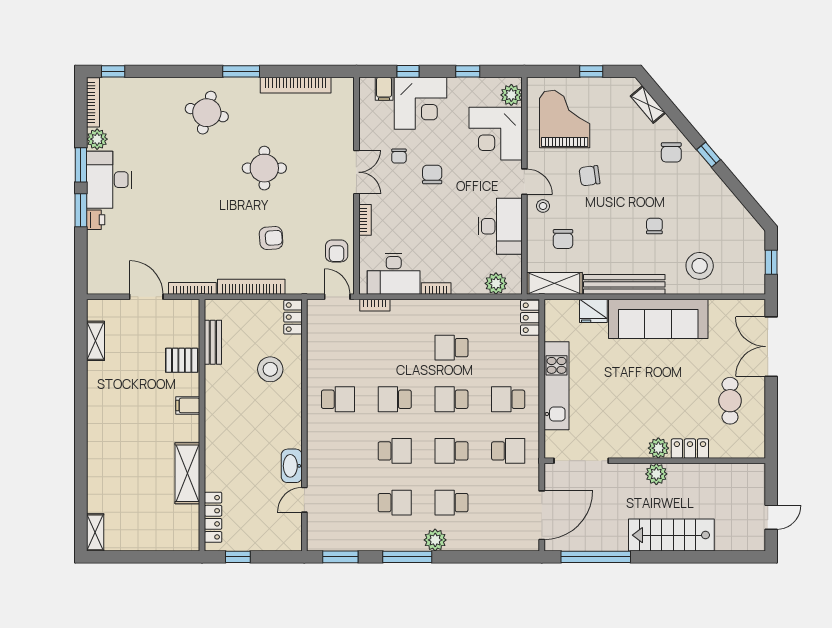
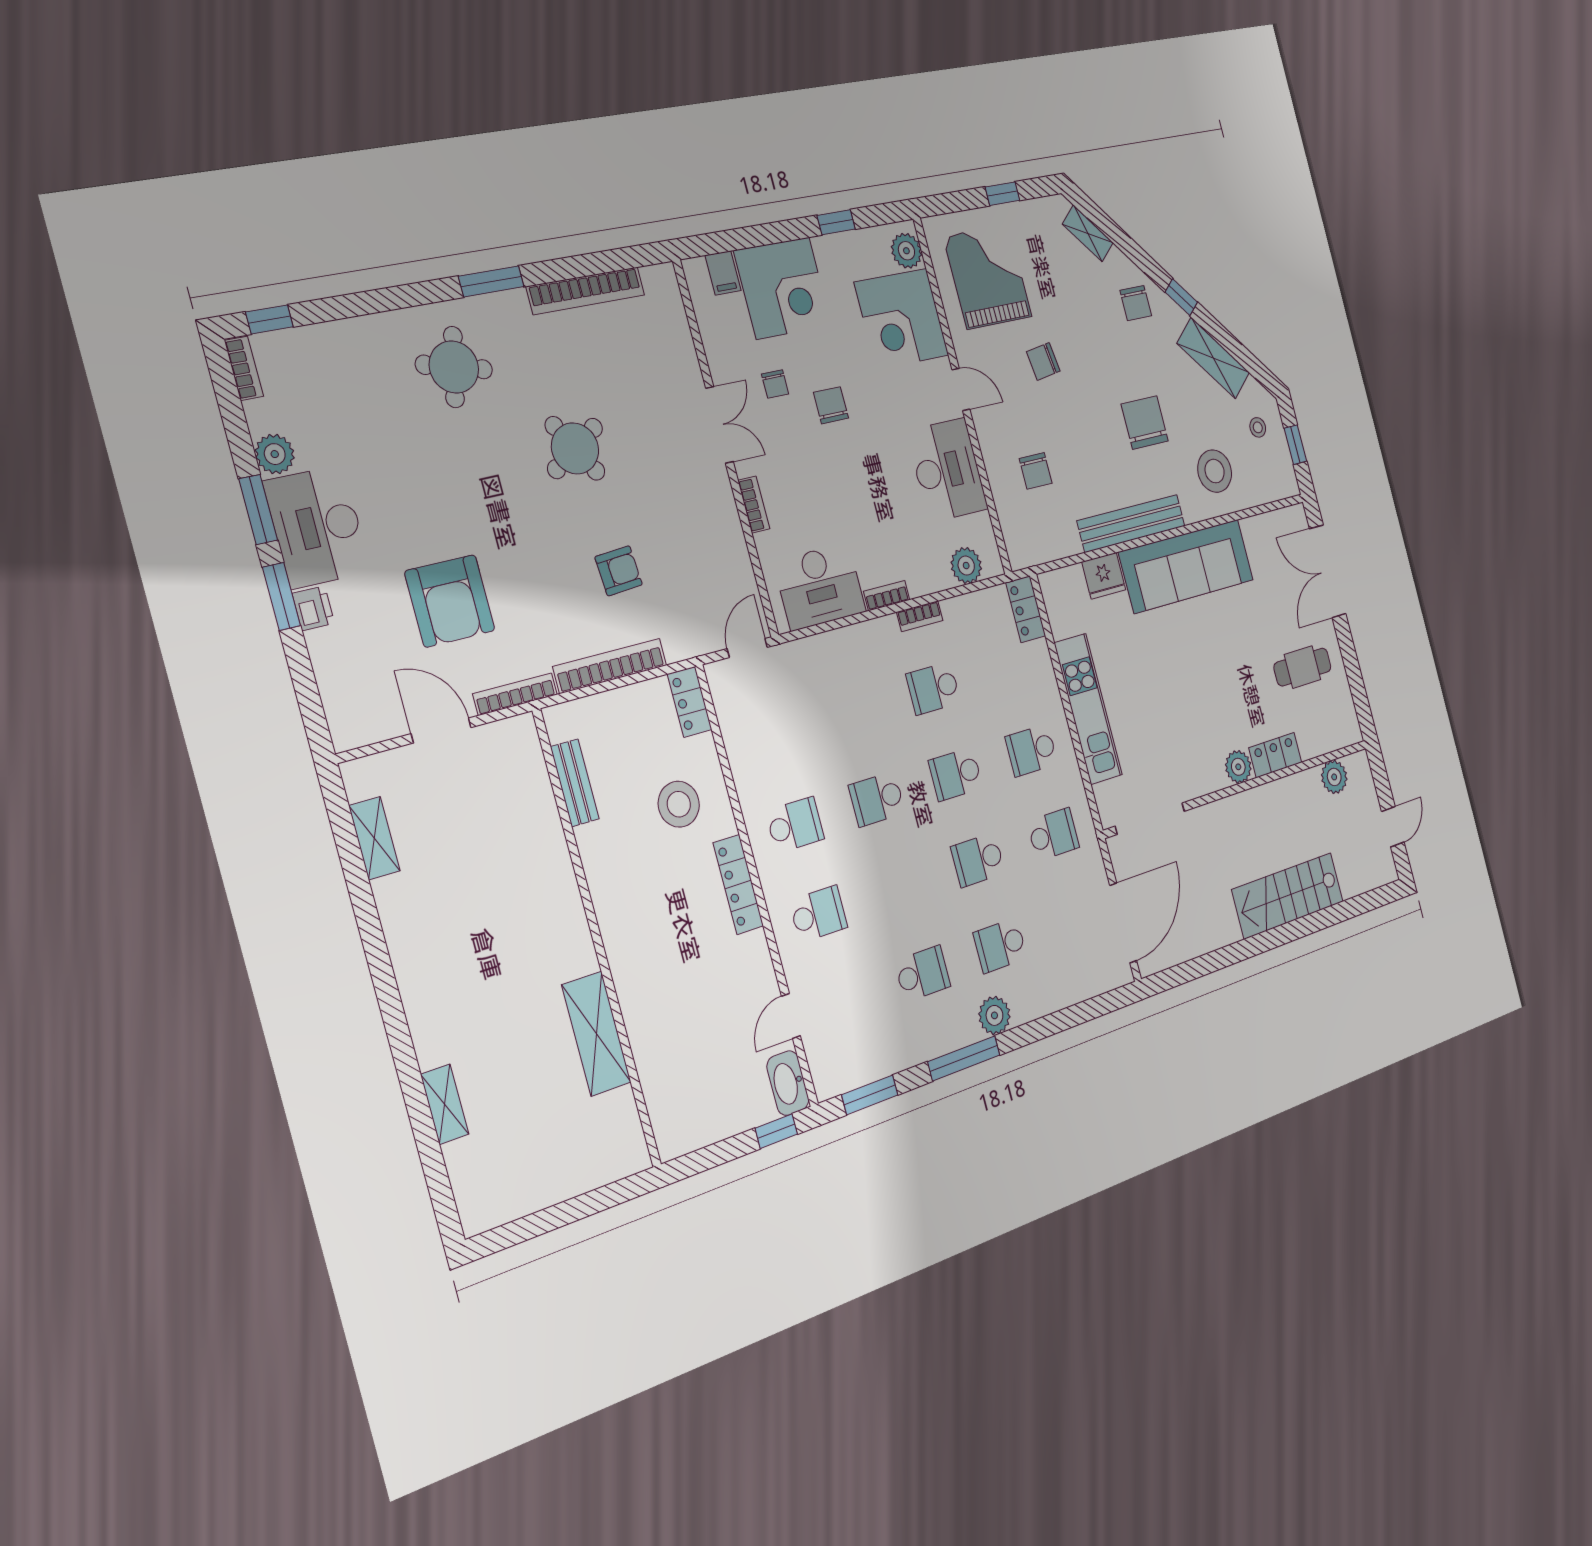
window: (408, 71) -> (751, 237), removed
bookcase: (93, 102) -> (244, 368), width x0.64
round table: (264, 168) -> (575, 448), turned -32
stool: (543, 206) -> (1258, 427), moved
chair: (654, 226) -> (1145, 423), width x1.87, depth x1.87
armchair: (337, 251) -> (450, 601), moved, width x1.88, depth x1.88
shelving: (554, 283) -> (1213, 358), moved, turned 50
door: (337, 297) -> (747, 648), hinge flipped
bookcase: (375, 305) -> (920, 616), moved
pallet: (182, 360) -> (532, 831), removed
cafe table: (730, 401) -> (1302, 667), turned 90
filing cabinet: (188, 405) -> (564, 910), removed
school desk: (395, 451) -> (818, 914), moved
washbasin: (292, 466) -> (788, 1083), moved
plant: (656, 474) -> (1334, 777), moved
locker: (213, 517) -> (738, 884), moved, turned 180
shelving: (95, 532) -> (445, 1104), moved
window: (238, 557) -> (776, 1131), moved
window: (596, 557) -> (1207, 964), removed

